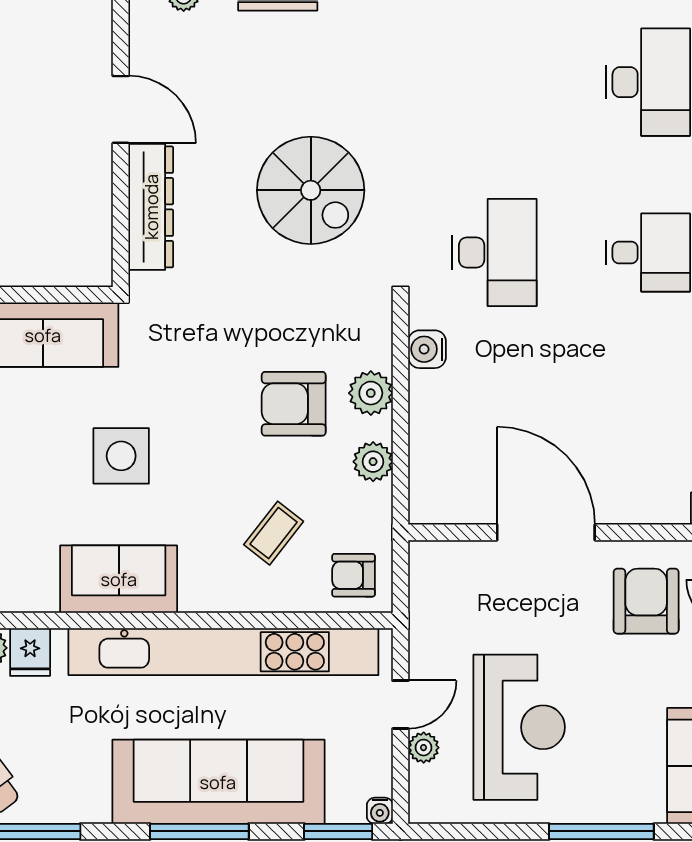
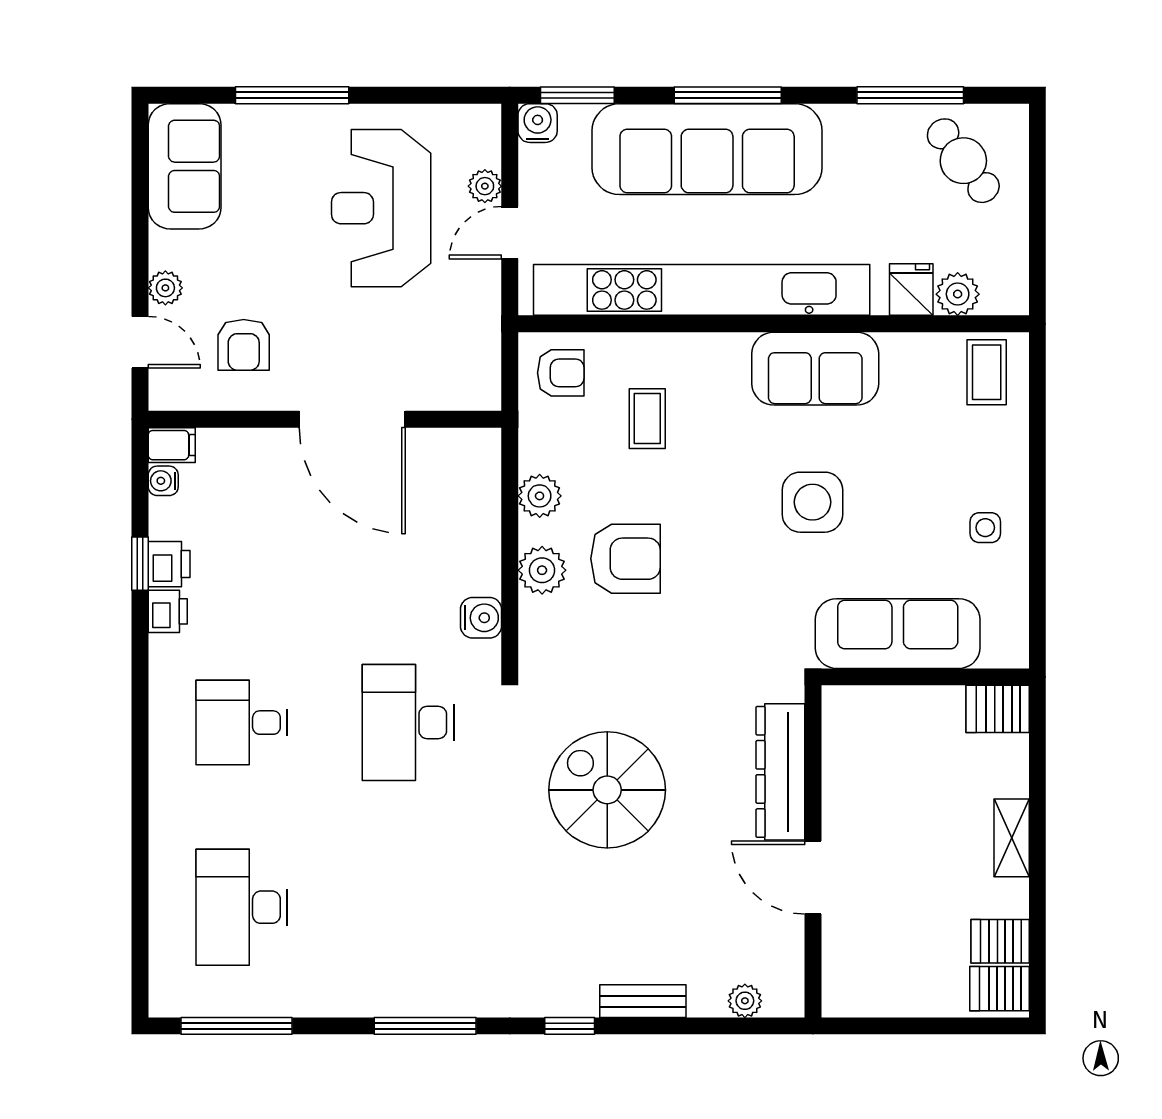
coffee table: (274, 533) -> (647, 419), turned -38
armchair: (646, 601) -> (244, 345), width x0.72, depth x0.72
water cooler: (380, 811) -> (538, 123), width x1.38, depth x1.38

